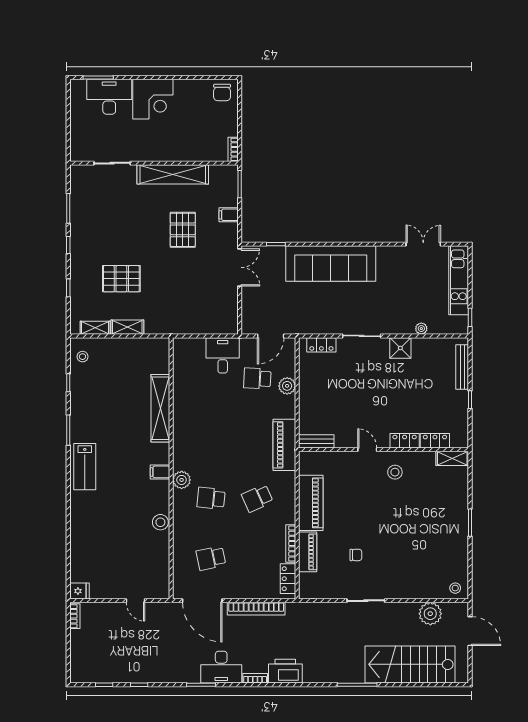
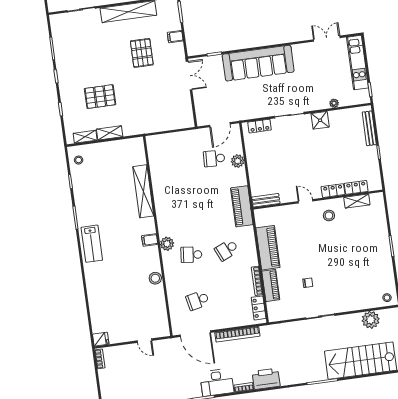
desk: (223, 355) -> (185, 144), removed
shelving: (452, 458) -> (357, 201), moved

